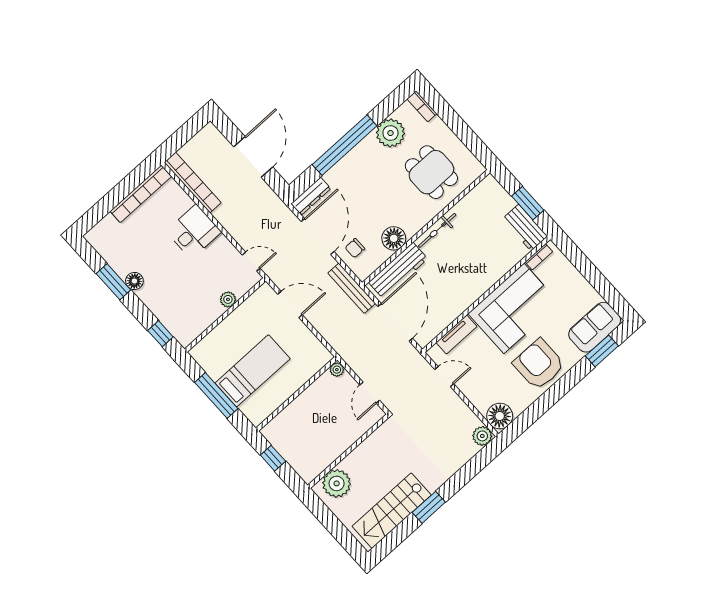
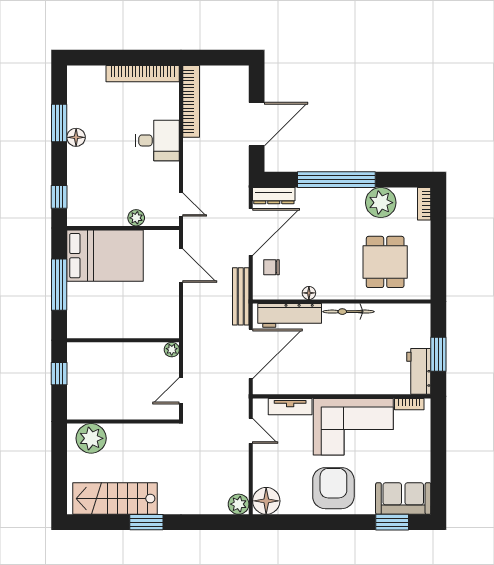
floor lamp: (394, 238) -> (309, 293), width x0.53, depth x0.53
bed: (253, 371) -> (105, 256), moved, width x1.50

